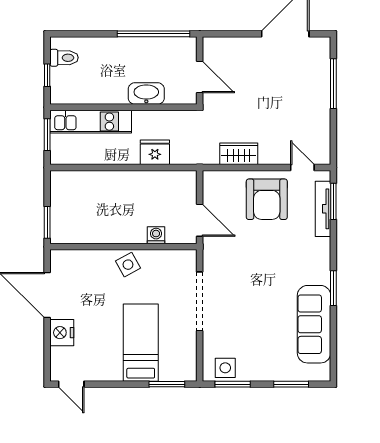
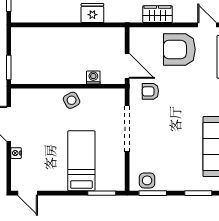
armchair: (267, 199) -> (179, 49), turned 90
armchair: (229, 253) -> (150, 91), added
nightstand: (62, 333) -> (16, 153), width x0.53, depth x0.56

